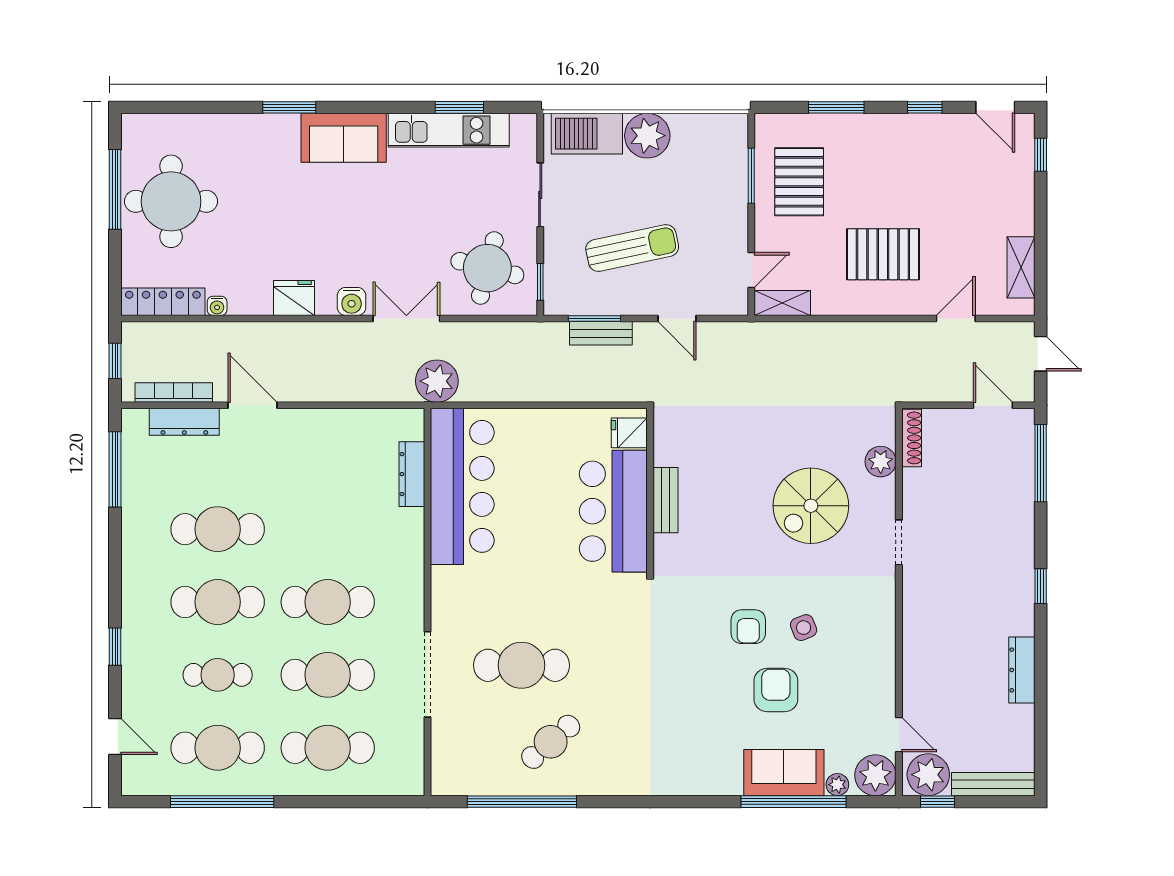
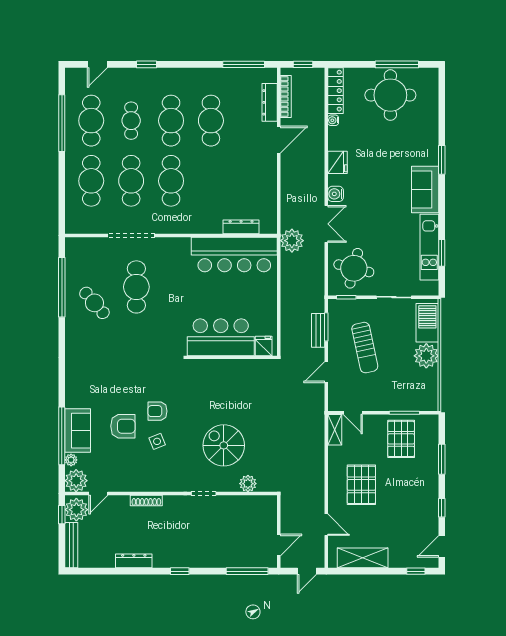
pallet: (799, 182) -> (401, 439), turned 90
shelving: (1021, 267) -> (363, 558), width x1.50, depth x1.33
shoe rack: (912, 438) -> (146, 501), moved
bench: (665, 500) -> (227, 366), removed

